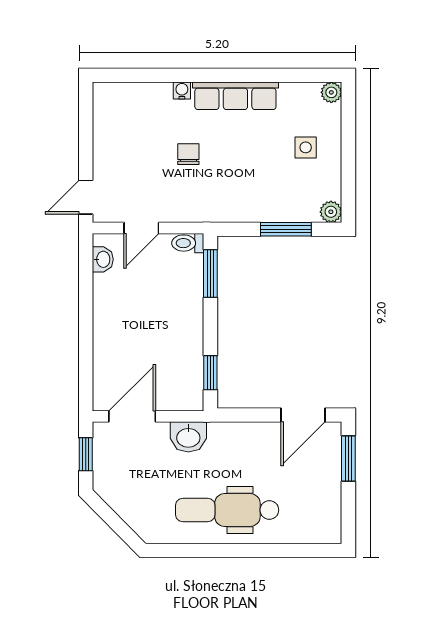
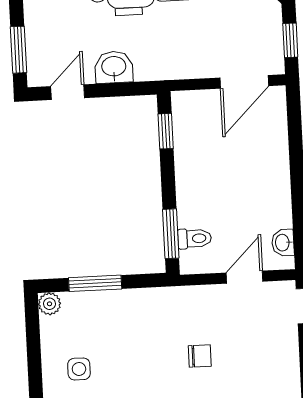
chair: (188, 154) -> (200, 356), turned -90
toilet: (188, 243) -> (194, 239), moved
door: (303, 415) -> (68, 92), width x0.73
washbasin: (188, 437) -> (114, 67), moved

